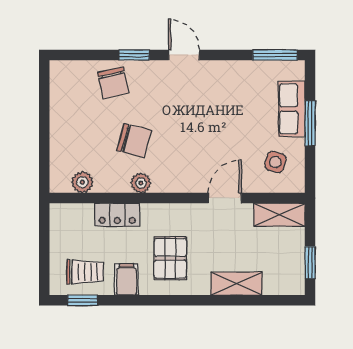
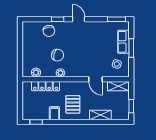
door: (225, 198) -> (96, 79), swing flipped
locker: (117, 215) -> (46, 86), width x1.53
trolley: (85, 272) -> (37, 110), removed

